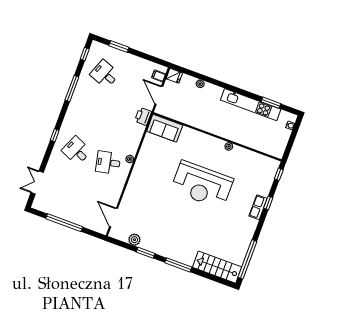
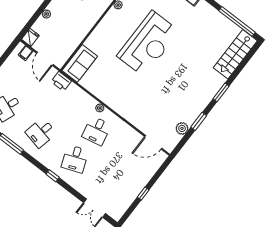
door: (159, 95) -> (45, 59), hinge flipped
desk: (91, 112) -> (41, 133), added
desk: (76, 151) -> (75, 159), turned -45
window: (64, 223) -> (143, 193), width x0.32
window: (178, 265) -> (221, 92), width x0.69

